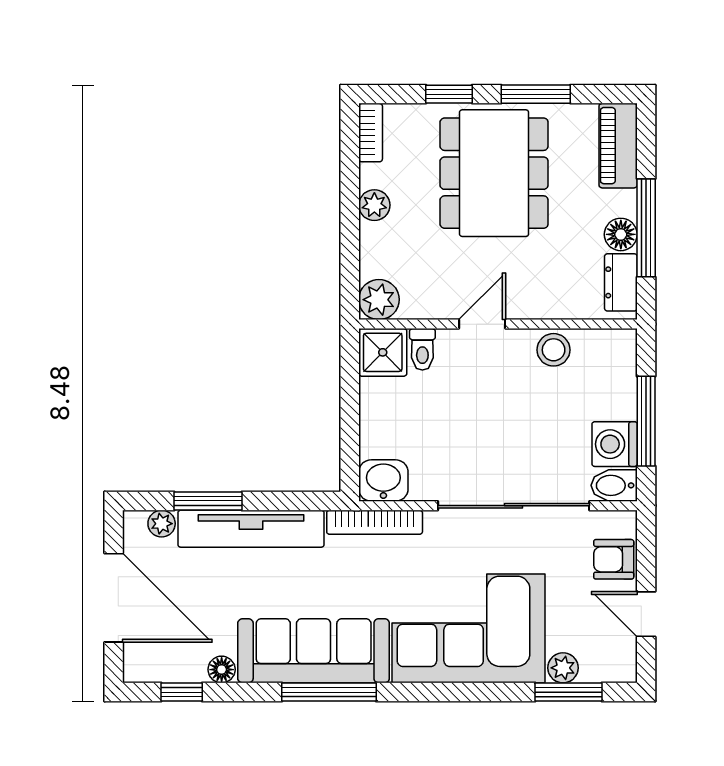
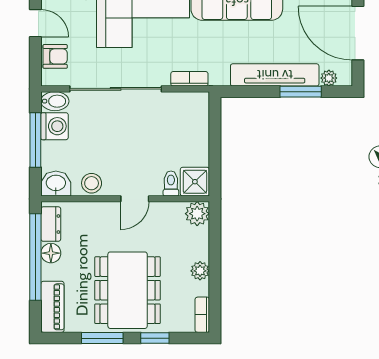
window: (646, 228) -> (35, 257), width x1.46
washbasin: (383, 481) -> (56, 184), moved, turned 180
bookcase: (375, 522) -> (189, 79), width x0.64

